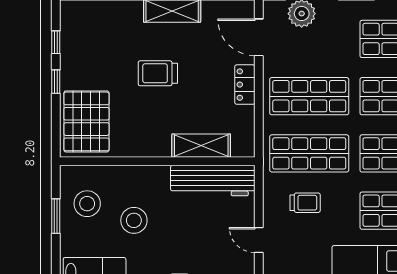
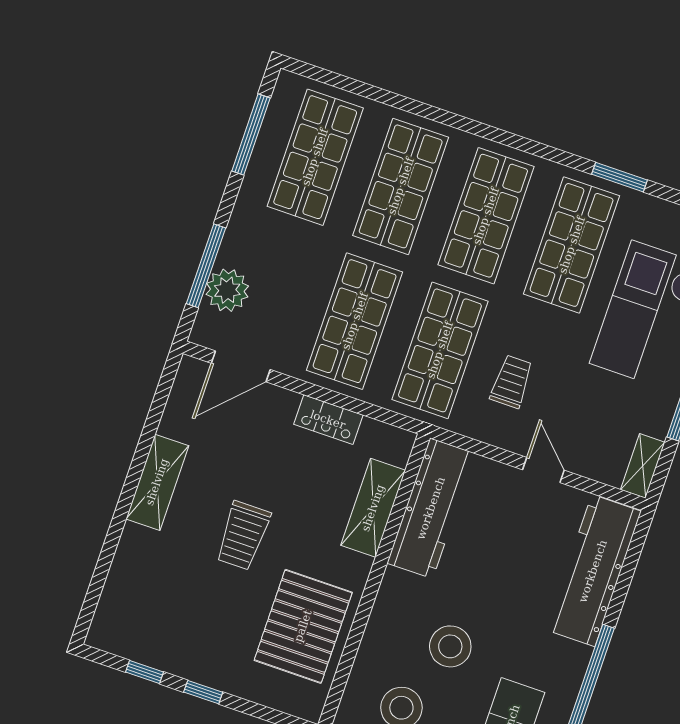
locker: (245, 85) -> (328, 420), moved
pallet: (86, 121) -> (303, 626), moved, turned 90
door: (259, 240) -> (543, 470), swing flipped

